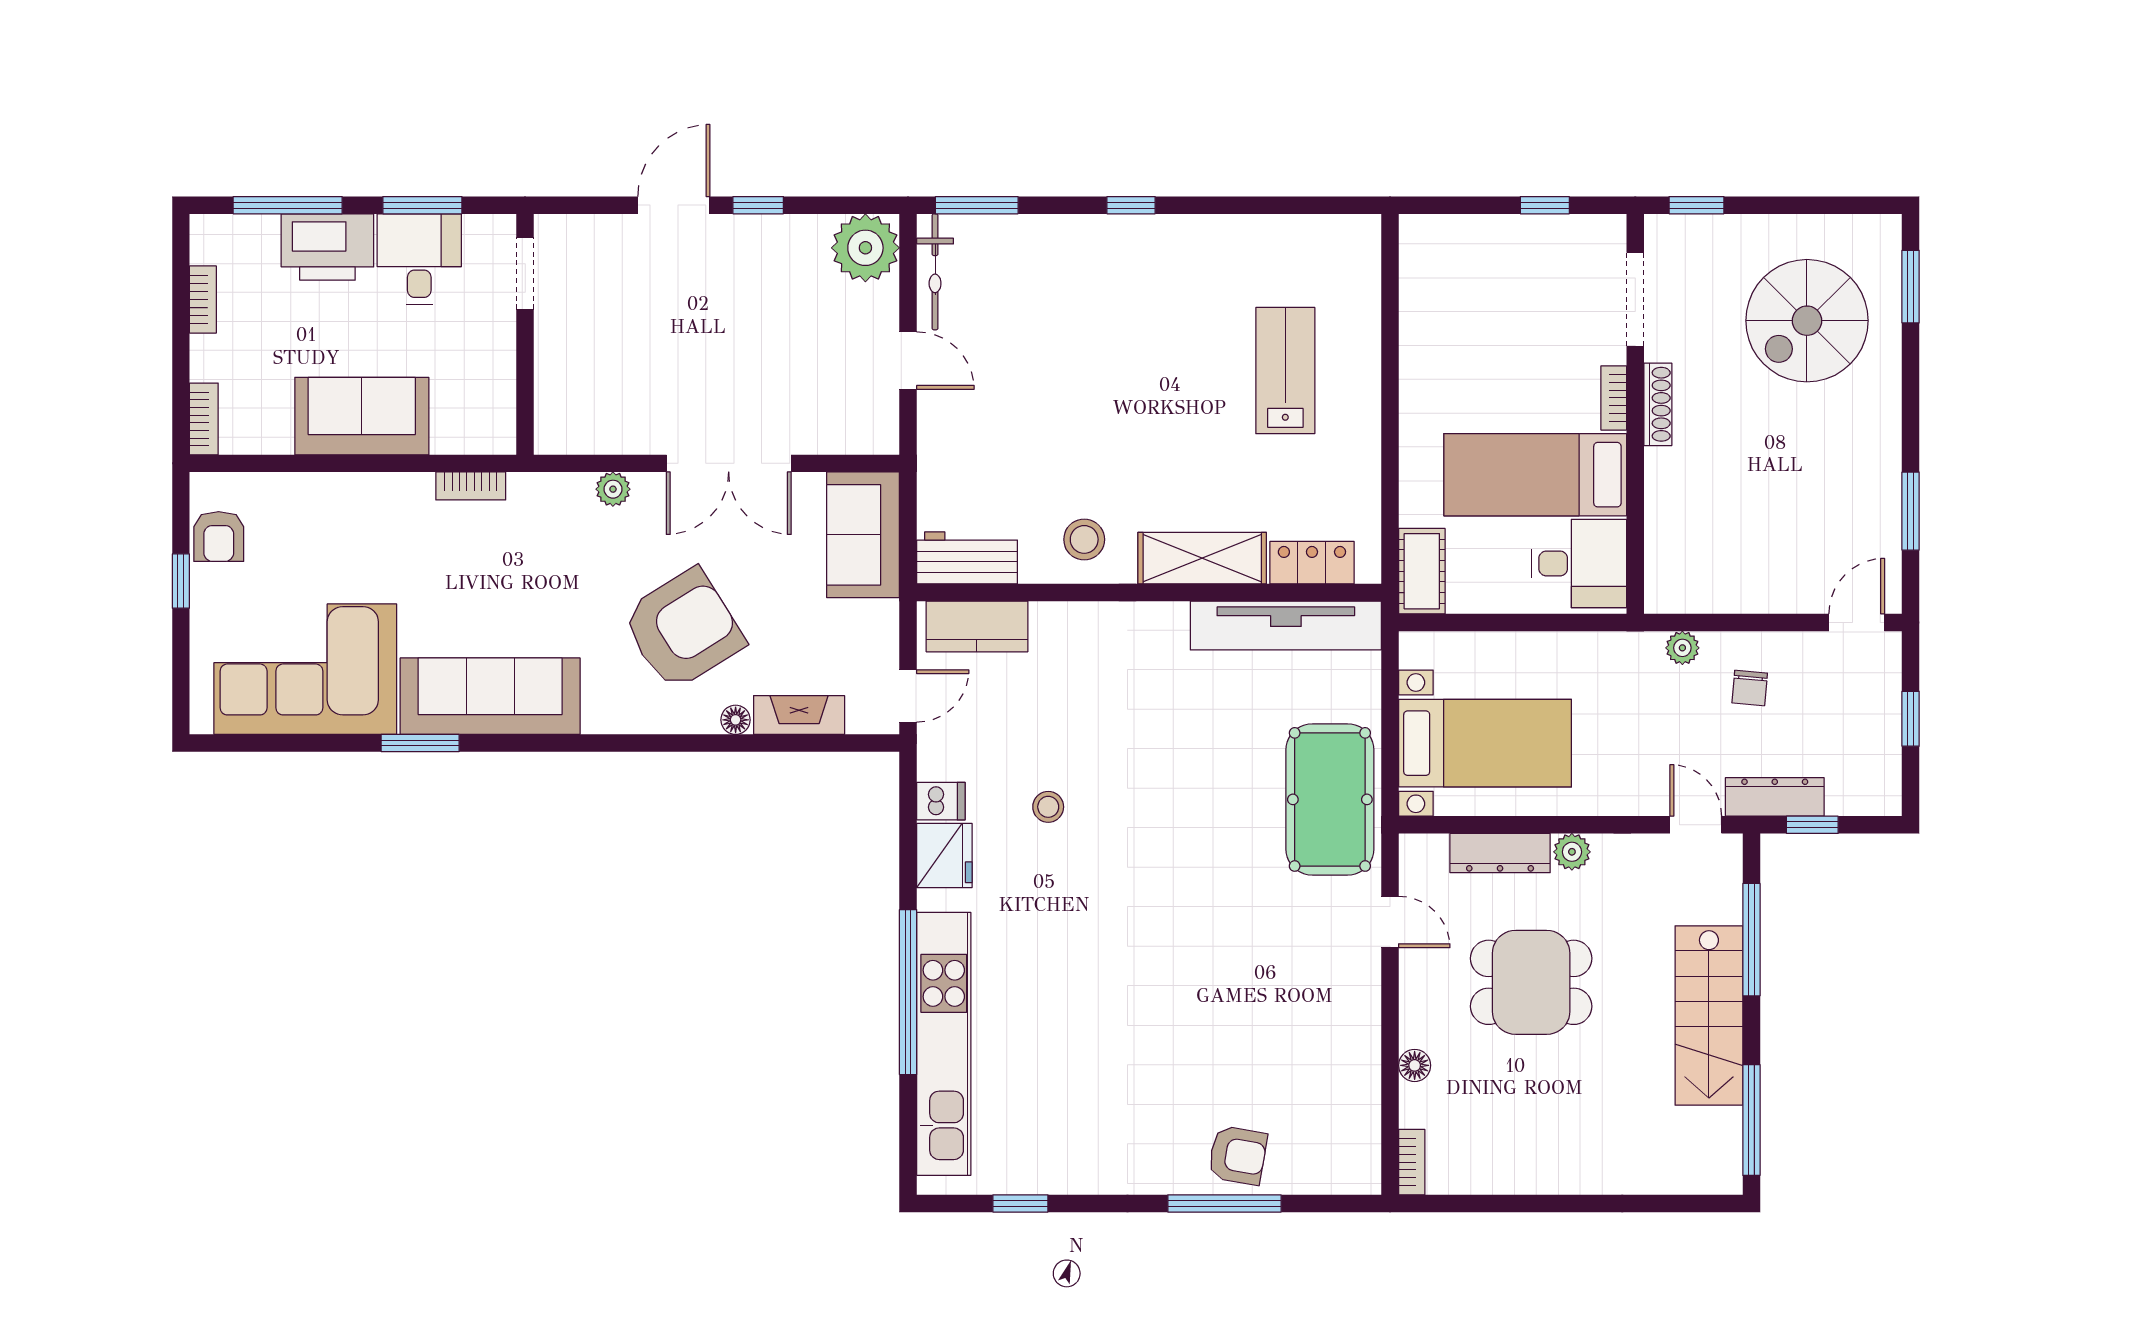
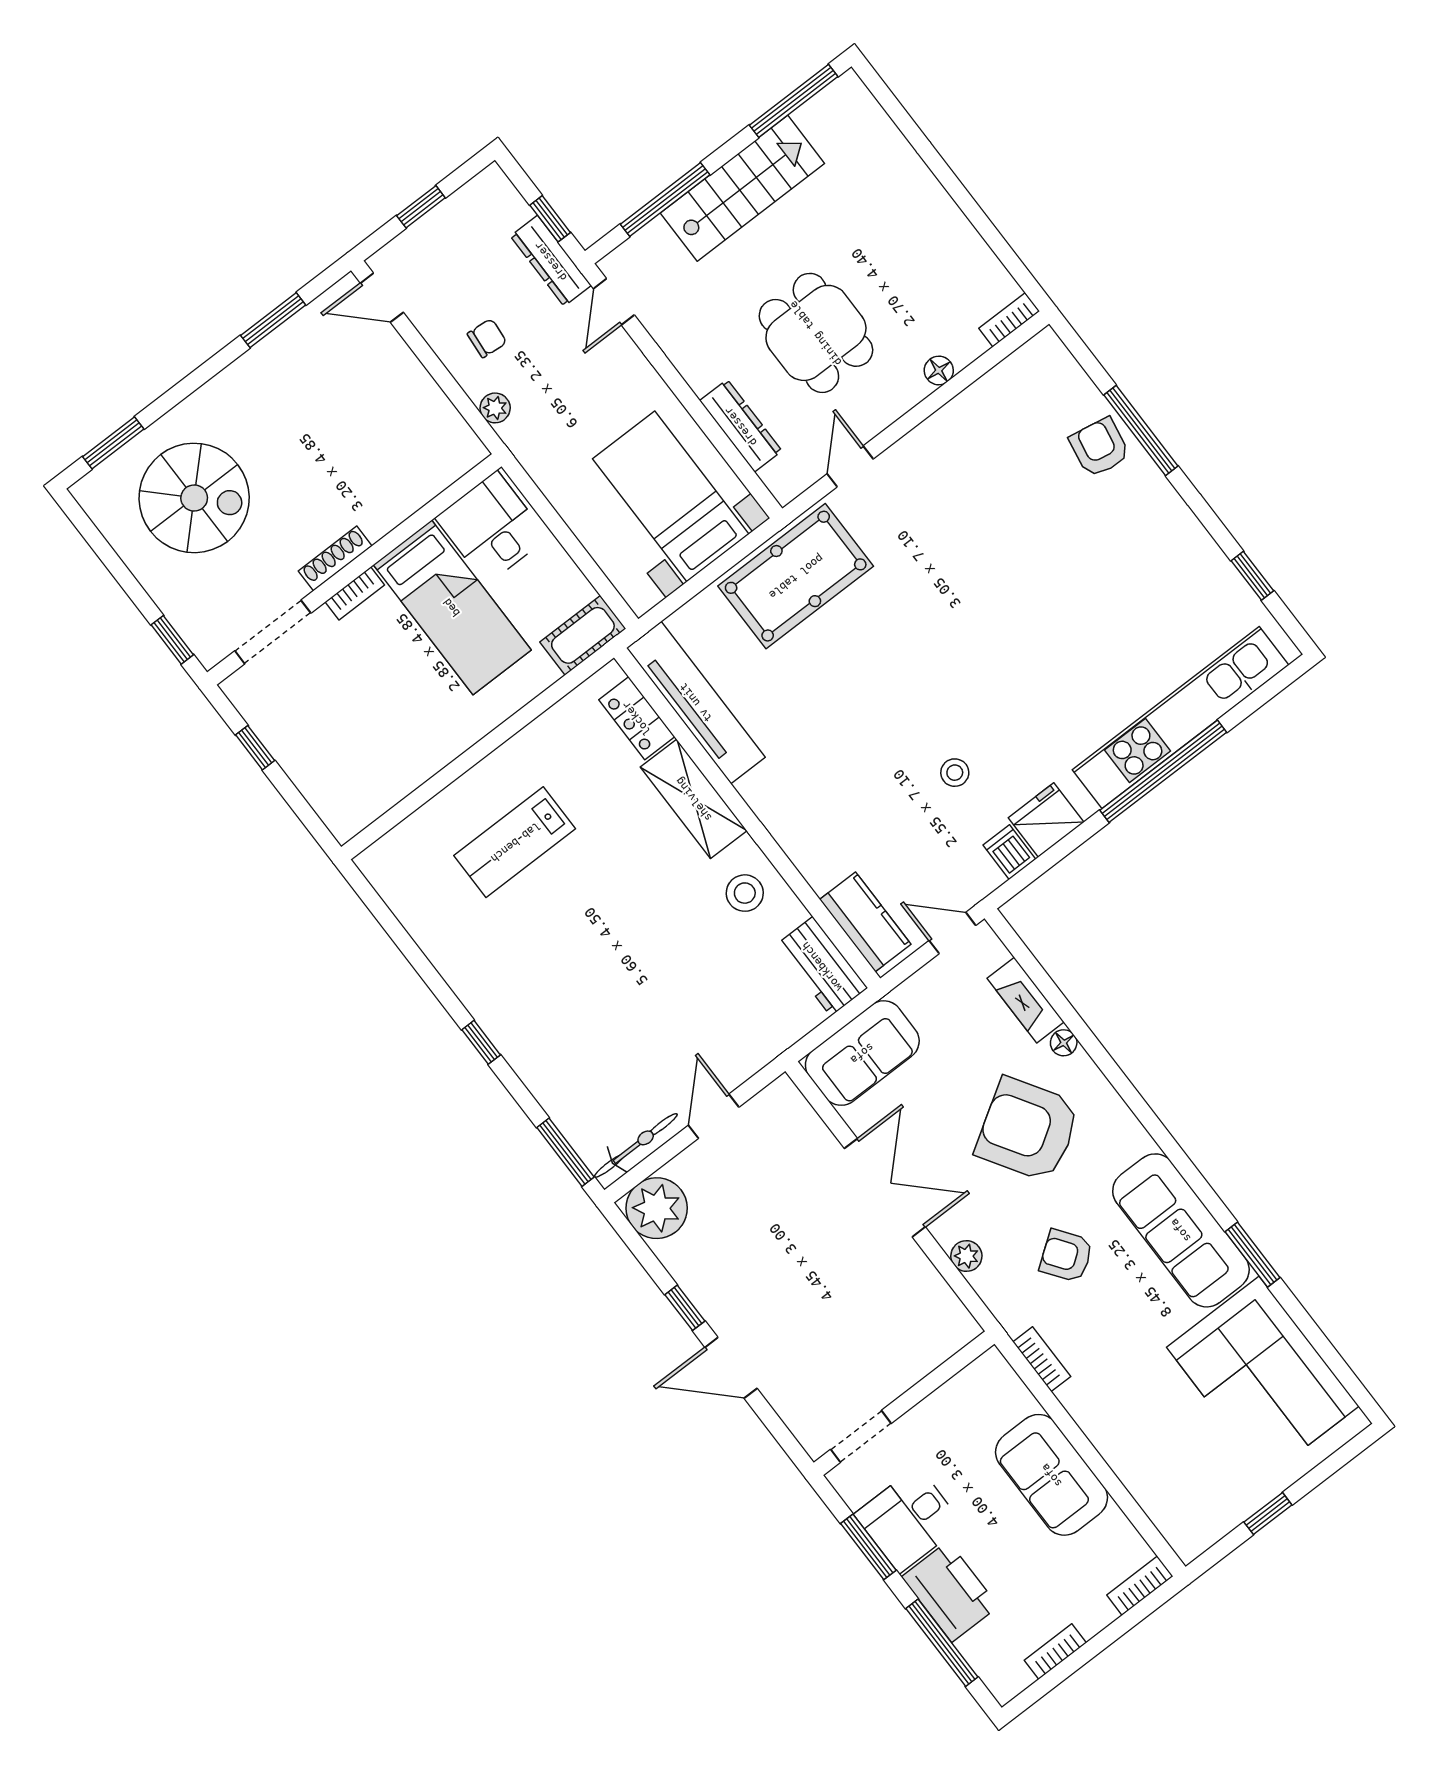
armchair: (219, 536) -> (1066, 1256), moved, turned -126
plant: (1572, 852) -> (701, 375), removed

